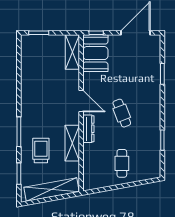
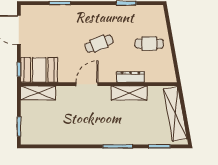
dresser: (88, 129) -> (131, 77), moved
trolley: (41, 150) -> (136, 124), removed

